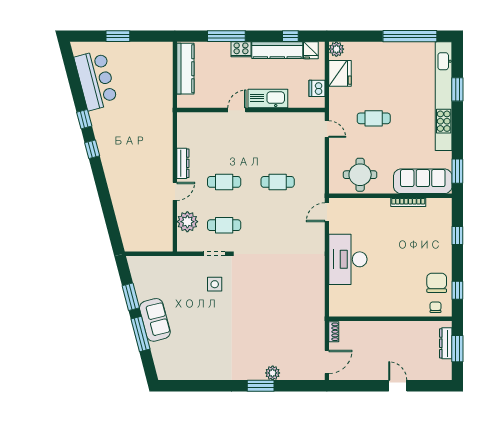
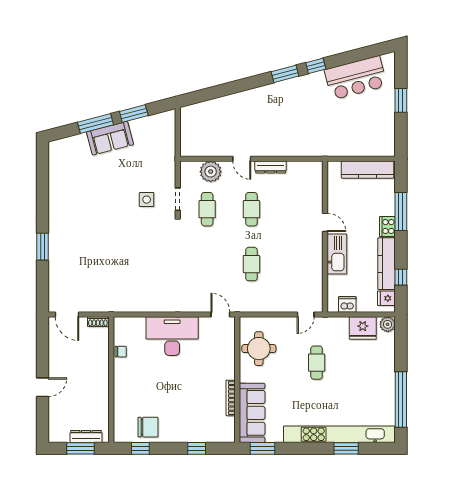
window: (92, 149) -> (285, 74), width x1.50
chair: (435, 307) -> (121, 352), moved
plant: (273, 373) -> (56, 259), removed

